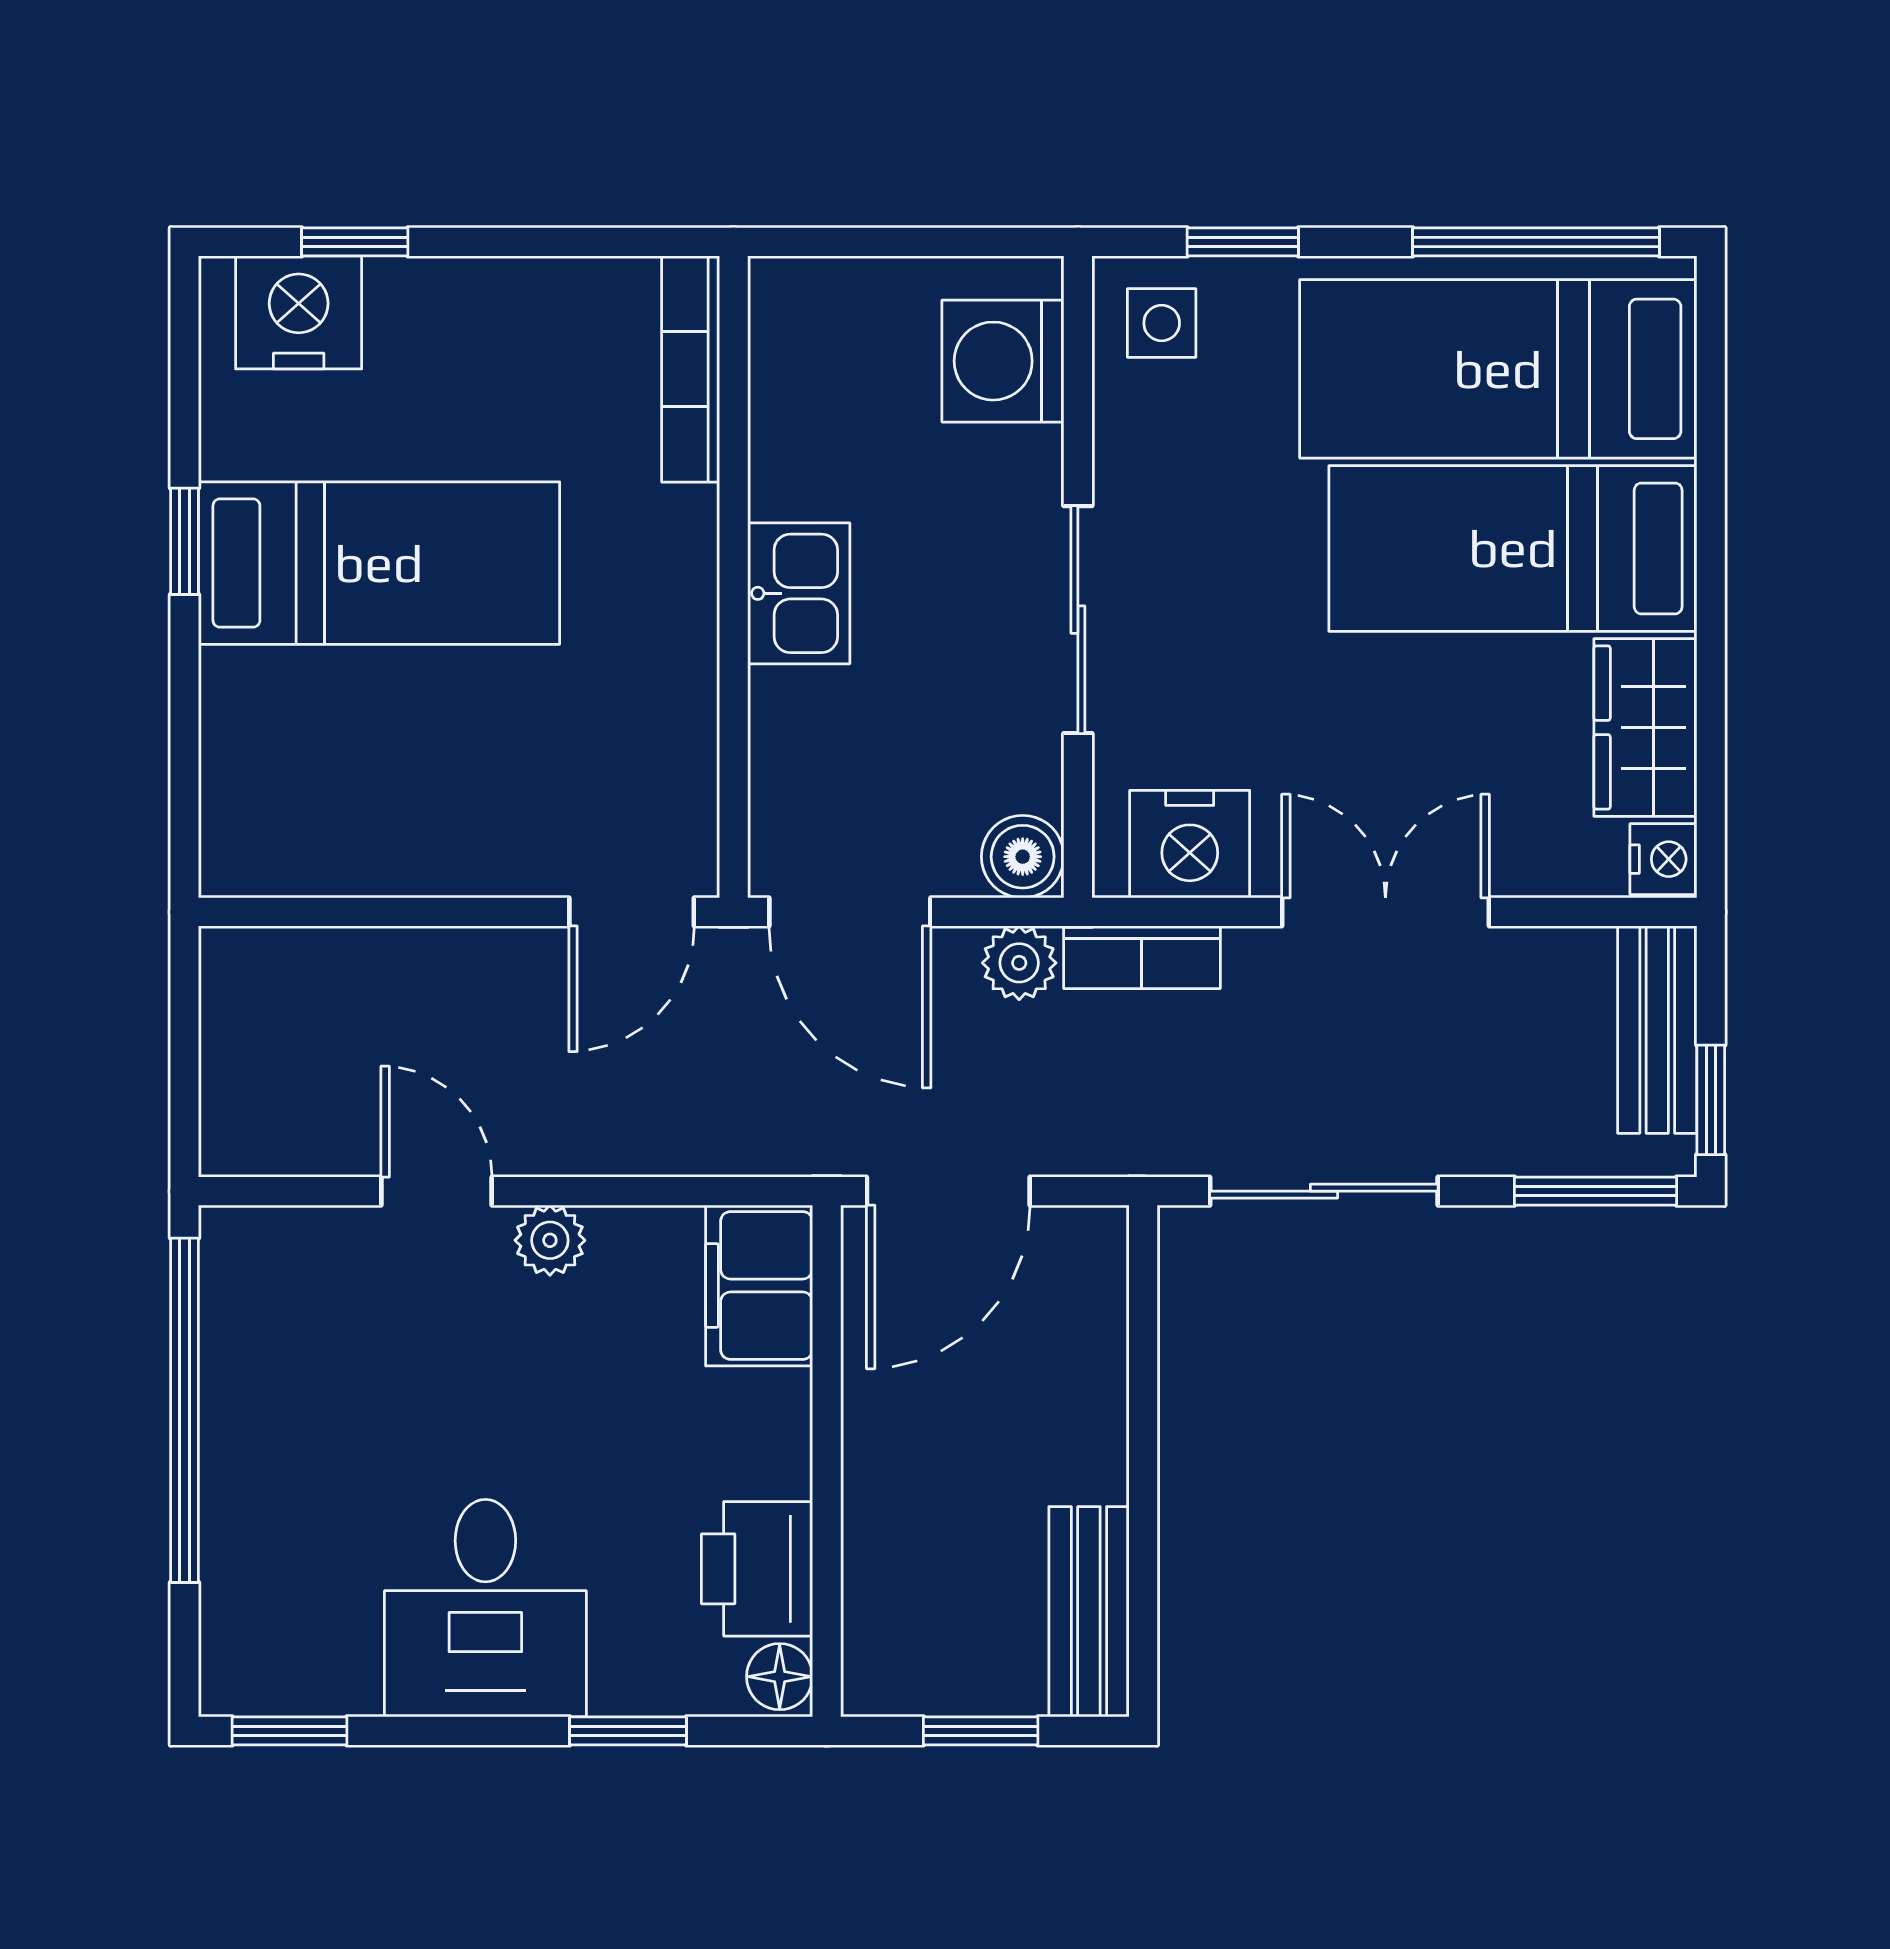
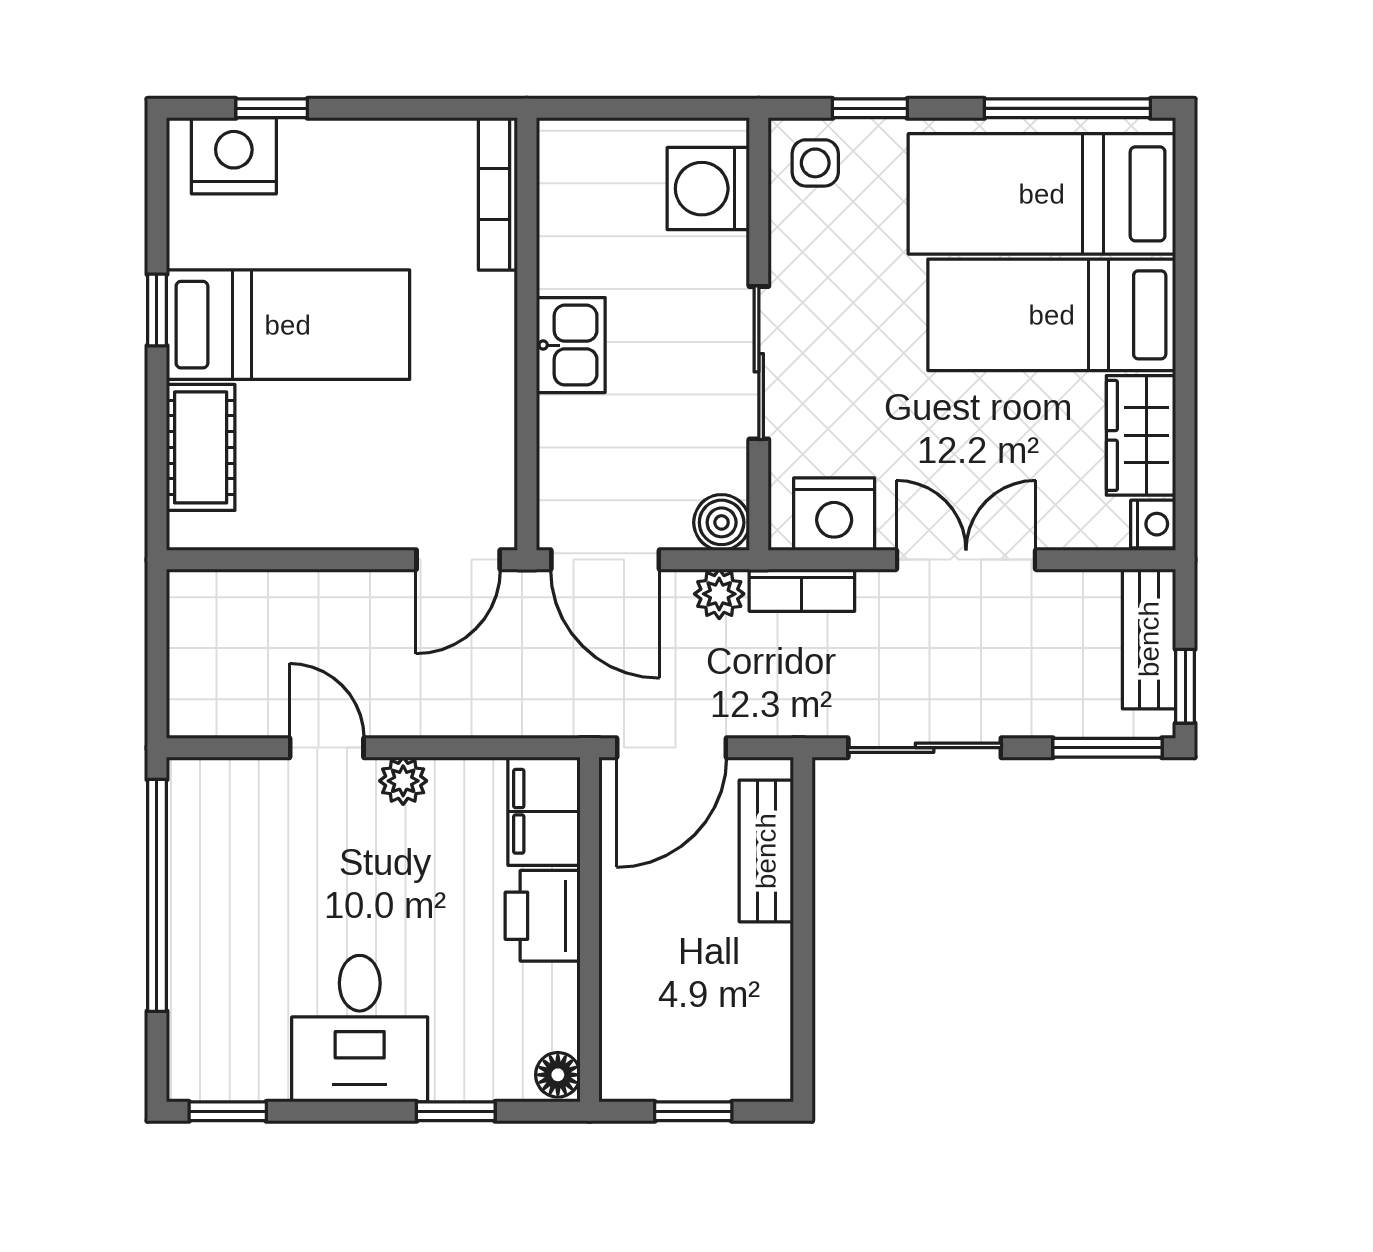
cot: (249, 745) -> (201, 447), added
printer: (757, 1569) -> (543, 916), moved
bench: (1089, 1612) -> (766, 851), moved

